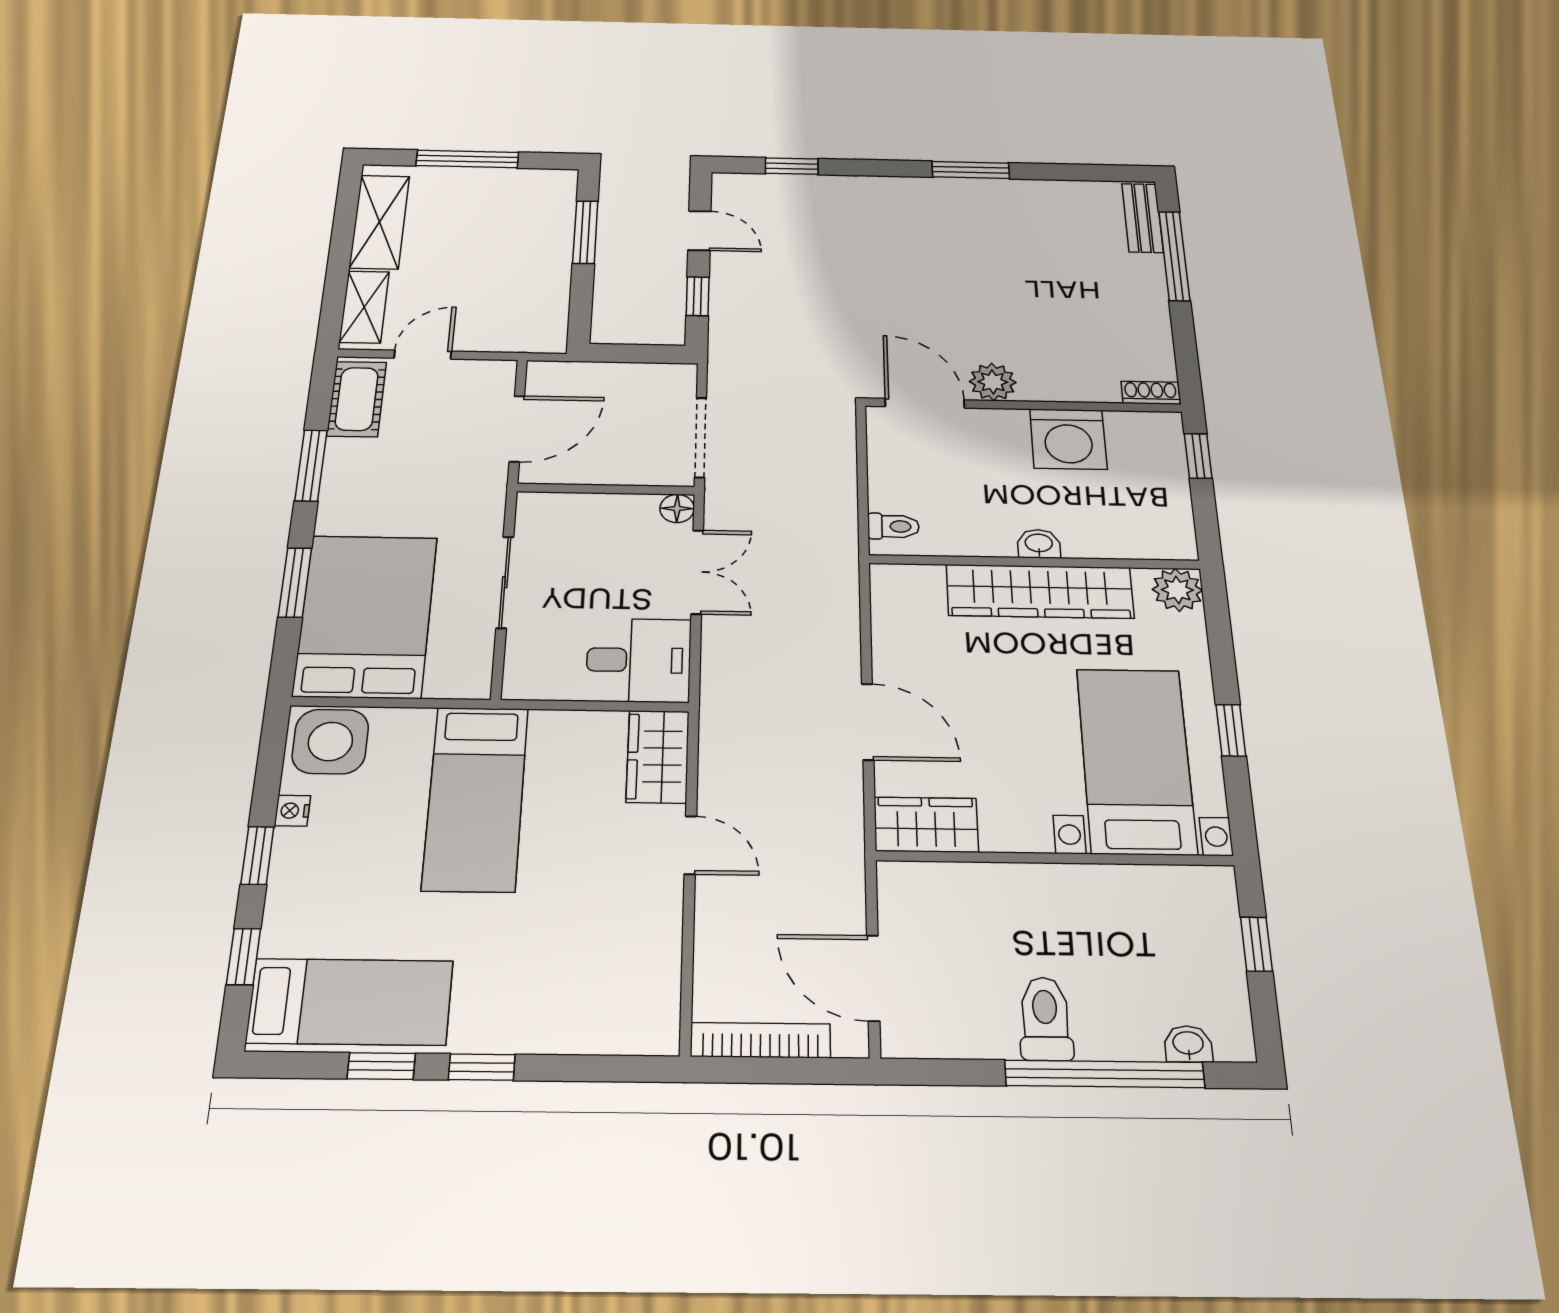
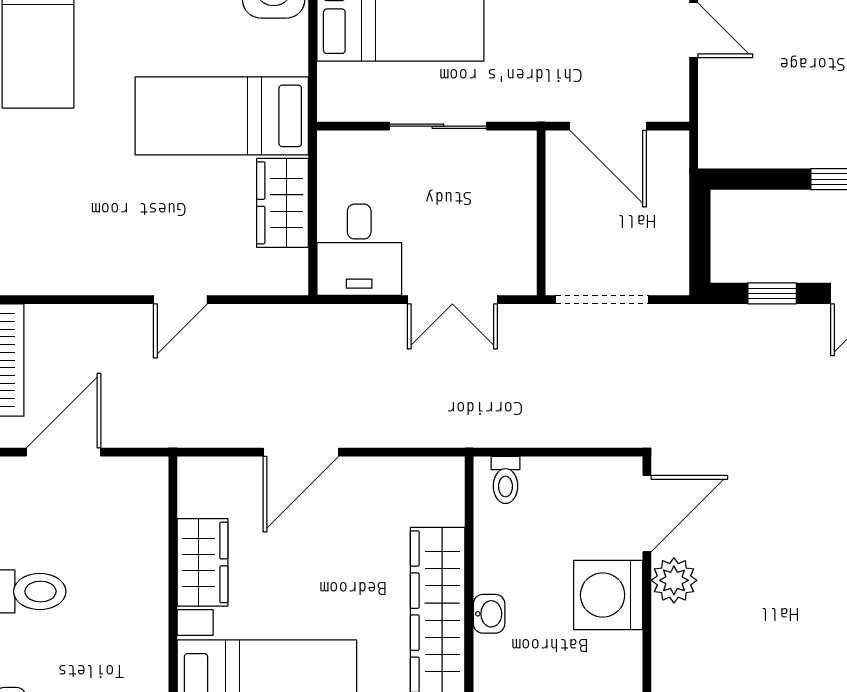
washing machine: (1068, 439) -> (608, 595), moved
floor lamp: (677, 508) -> (521, 280), removed
wardrobe: (658, 756) -> (283, 203), moved, turned -90
wardrobe: (926, 825) -> (203, 562), moved

